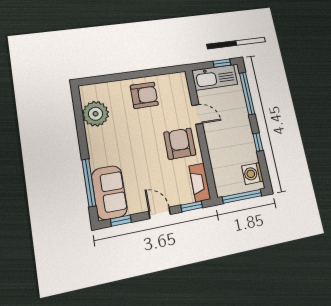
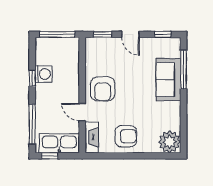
armchair: (144, 95) -> (126, 136), turned 180
plant: (96, 114) -> (170, 142), moved
washing machine: (253, 174) -> (44, 74), moved
fireplace: (200, 182) -> (92, 137), moved
sofa: (109, 193) -> (168, 80), moved

